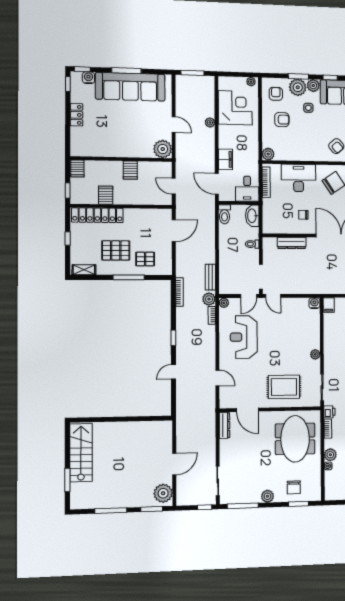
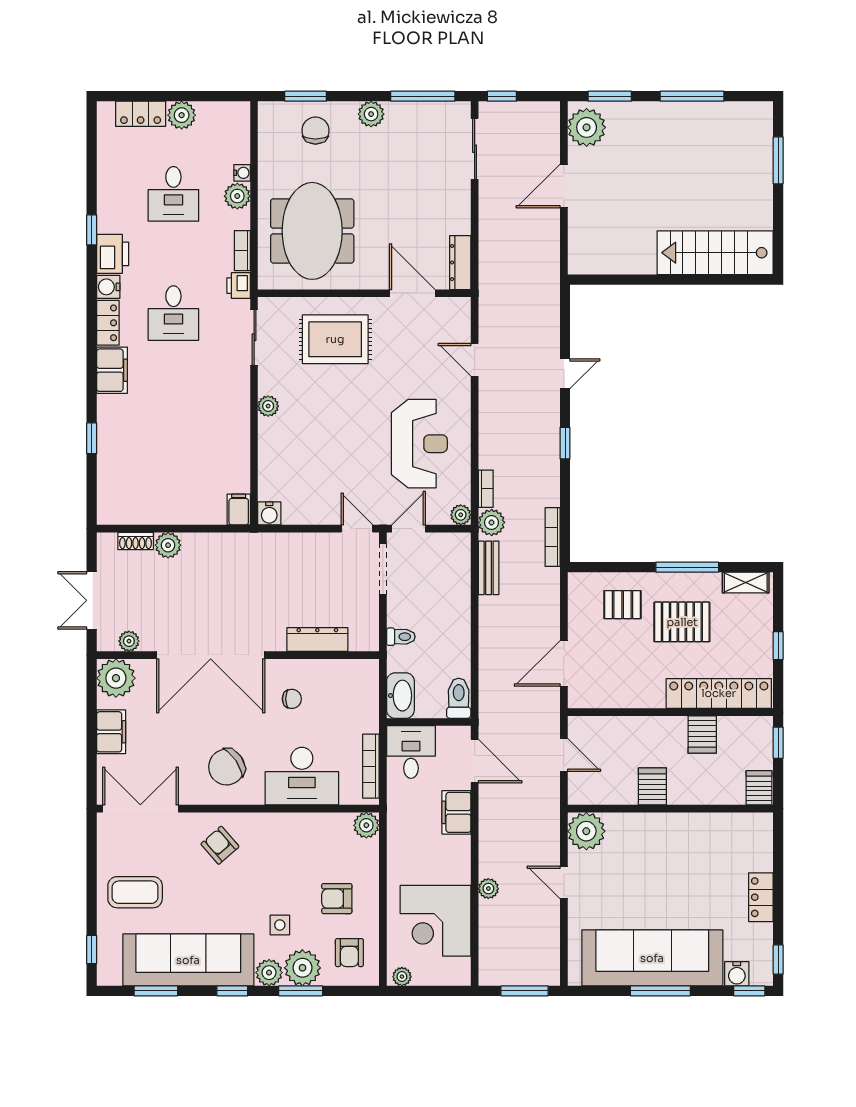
window: (129, 277) -> (687, 567), moved
stairs: (81, 453) -> (715, 253), moved, turned 90

